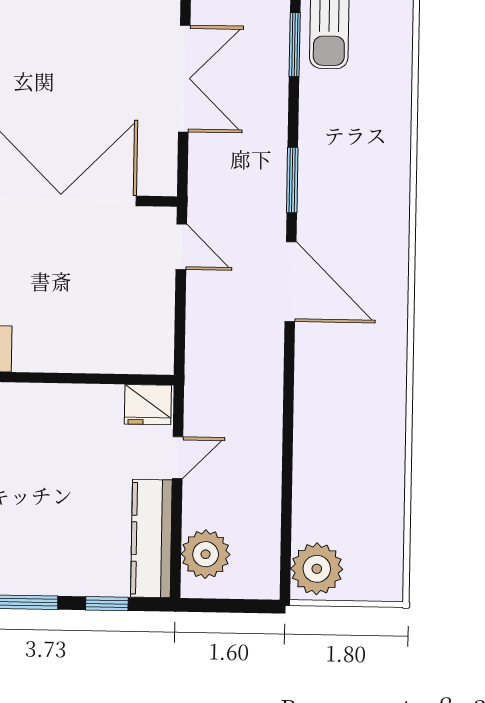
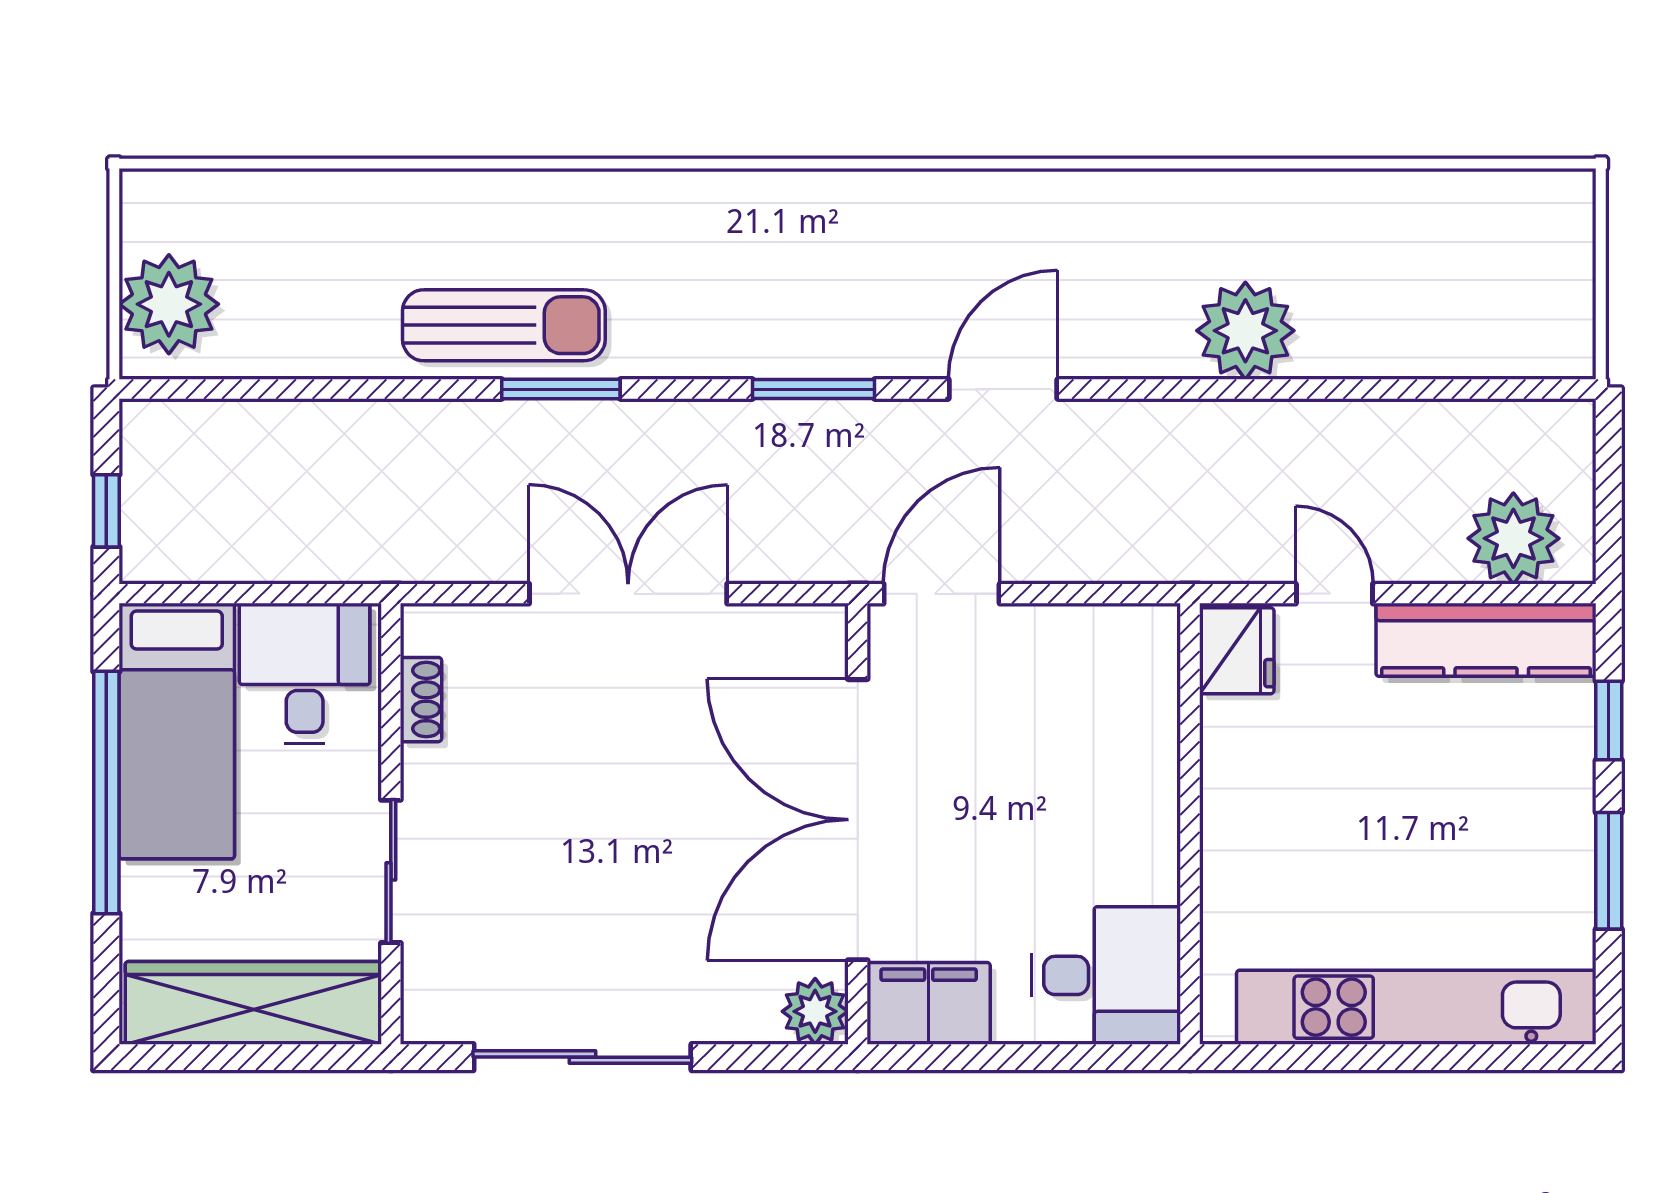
door: (181, 247) -> (942, 594), width x1.38
door: (291, 282) -> (1003, 389), width x0.73
plant: (317, 569) -> (1245, 331), moved

